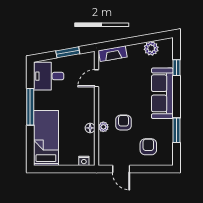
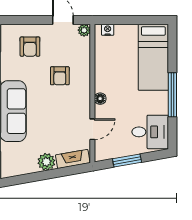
plant: (151, 48) -> (46, 162), moved
plant: (103, 127) -> (84, 30), moved
floor lamp: (90, 128) -> (100, 99), moved

